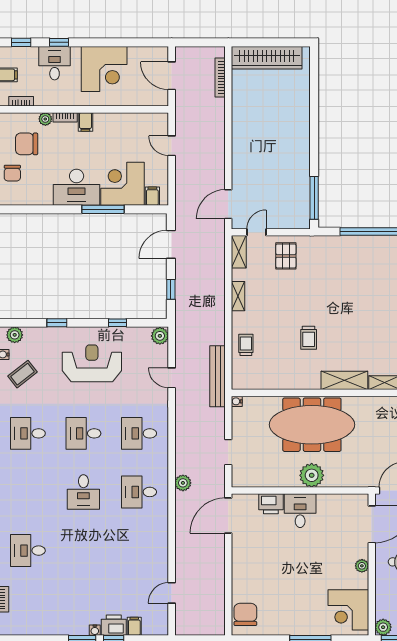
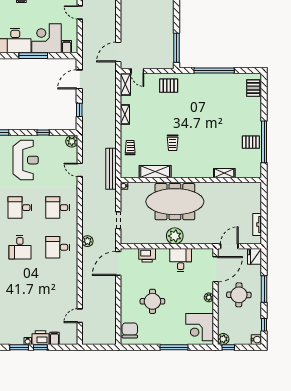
door: (257, 232) -> (137, 71), swing flipped
pallet: (286, 256) -> (169, 86), moved, turned 90
reception desk: (92, 363) -> (26, 160), turned 90
shelving: (344, 380) -> (155, 172), moved
desk: (300, 511) -> (181, 260), moved
round table: (279, 572) -> (152, 301), added

